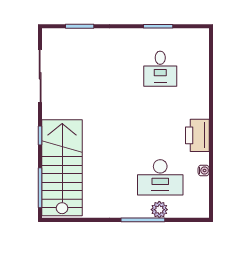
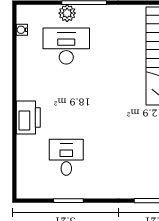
printer: (197, 135) -> (28, 118), moved
water cooler: (204, 171) -> (22, 30), moved

